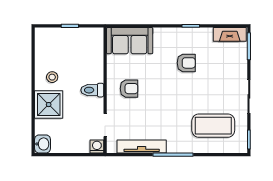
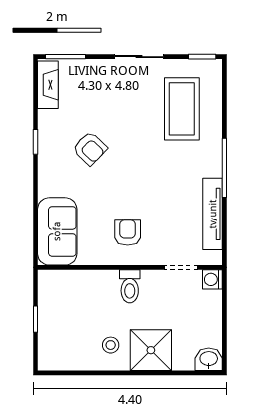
armchair: (186, 63) -> (90, 148), turned 134

